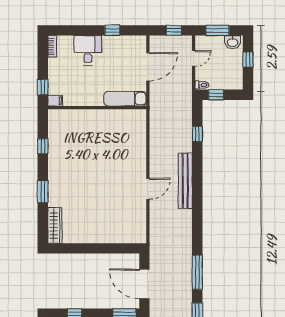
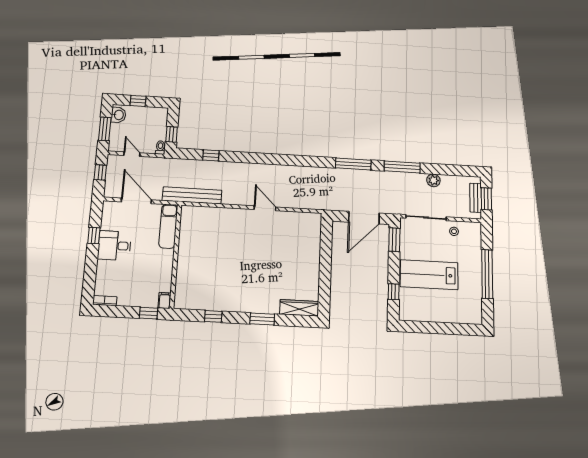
desk: (88, 50) -> (114, 246), moved
bench: (185, 181) -> (192, 195), moved

